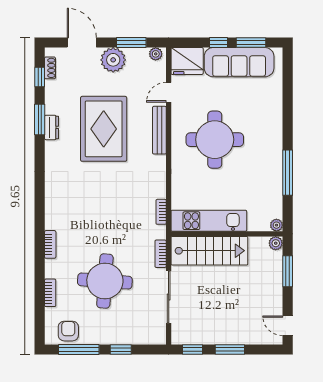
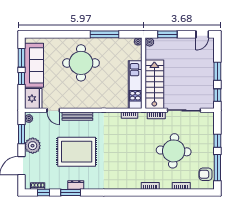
round table: (215, 140) -> (81, 63), moved

